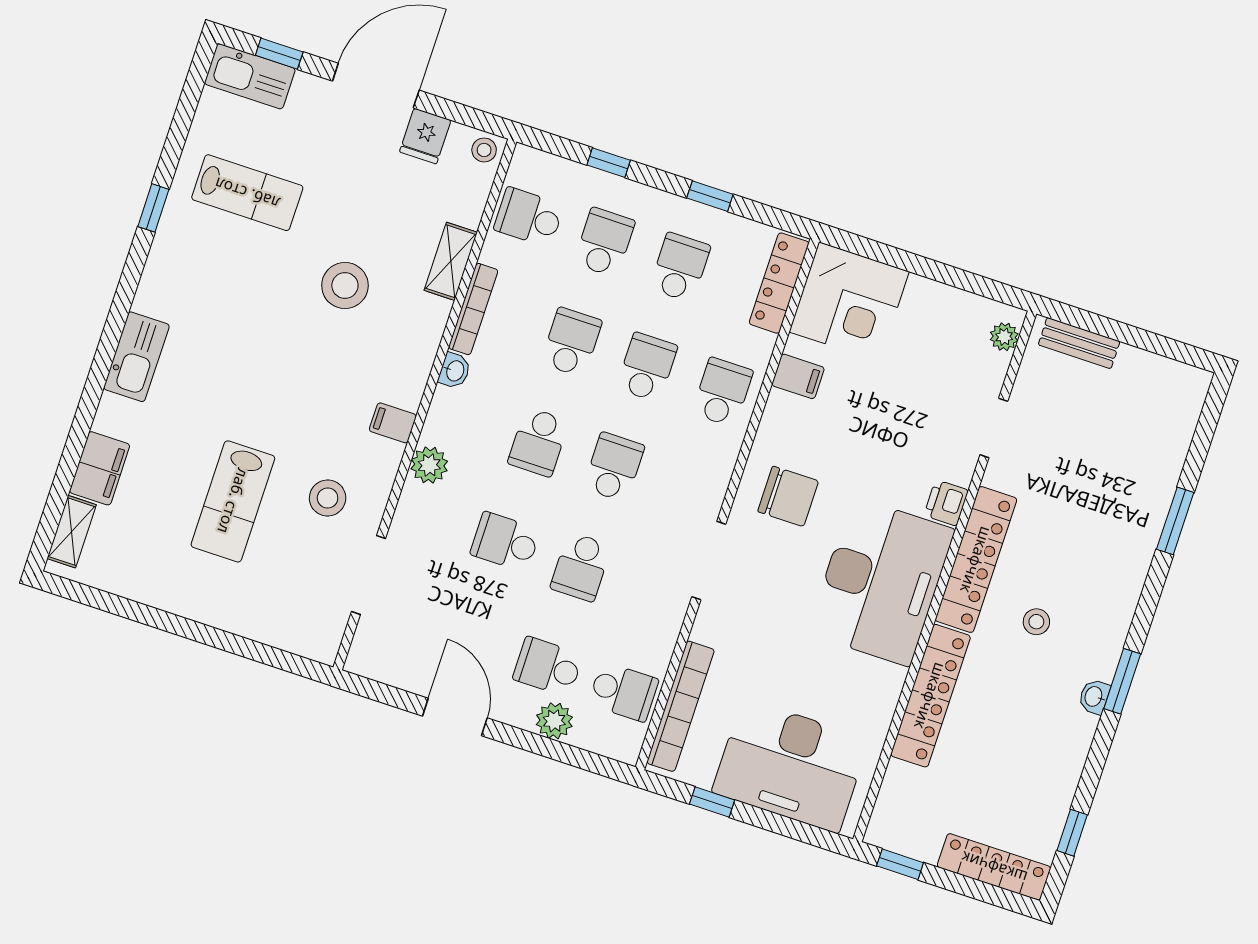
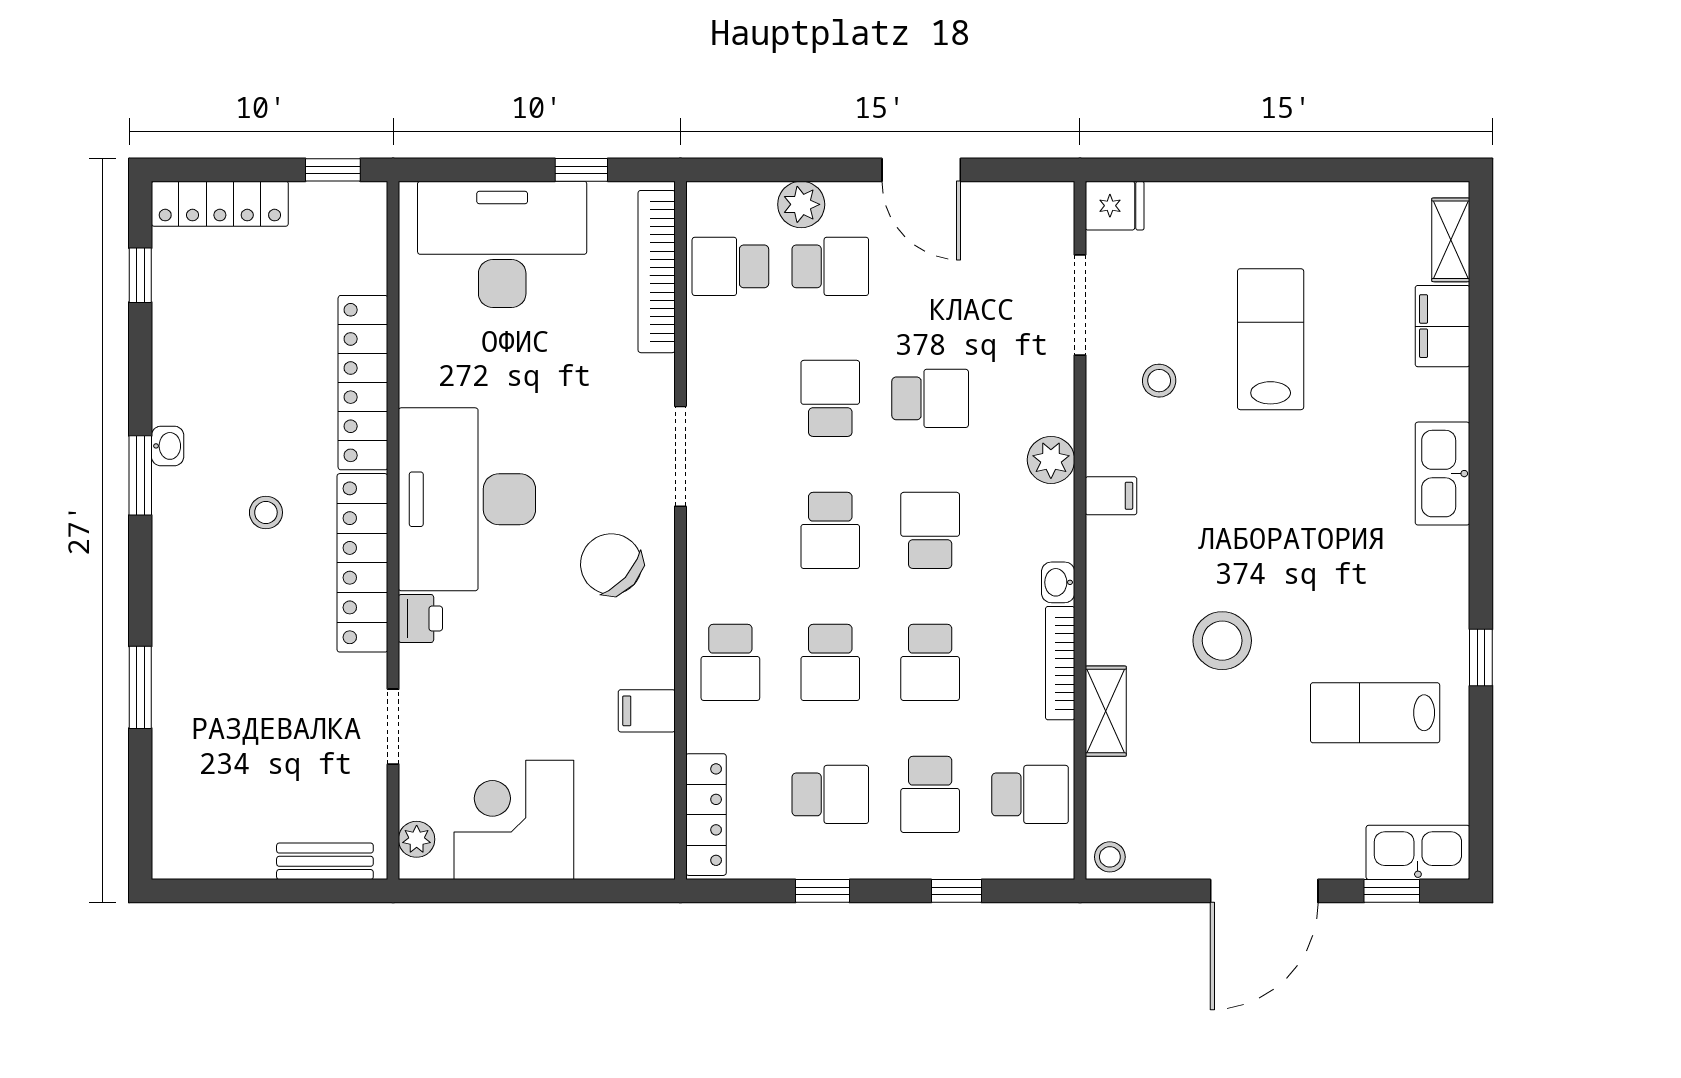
fridge: (425, 136) -> (1115, 206), moved, turned 90
school desk: (680, 267) -> (830, 794), turned -90
corner desk: (849, 302) -> (514, 820), moved
chair: (788, 496) -> (611, 564), turned 42
stool: (328, 498) -> (1159, 381), width x0.73, depth x0.73

